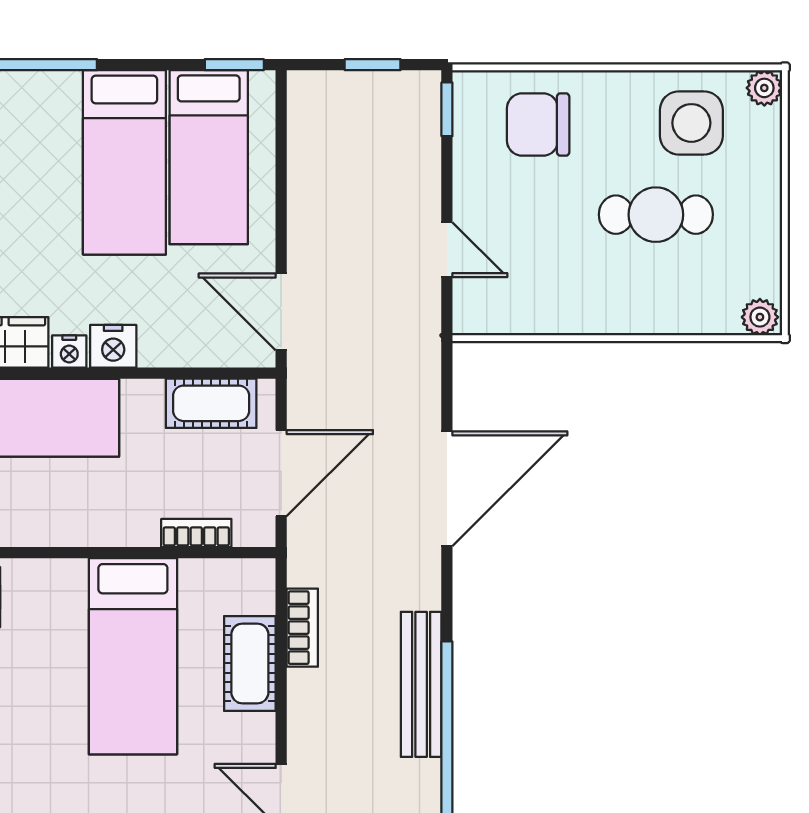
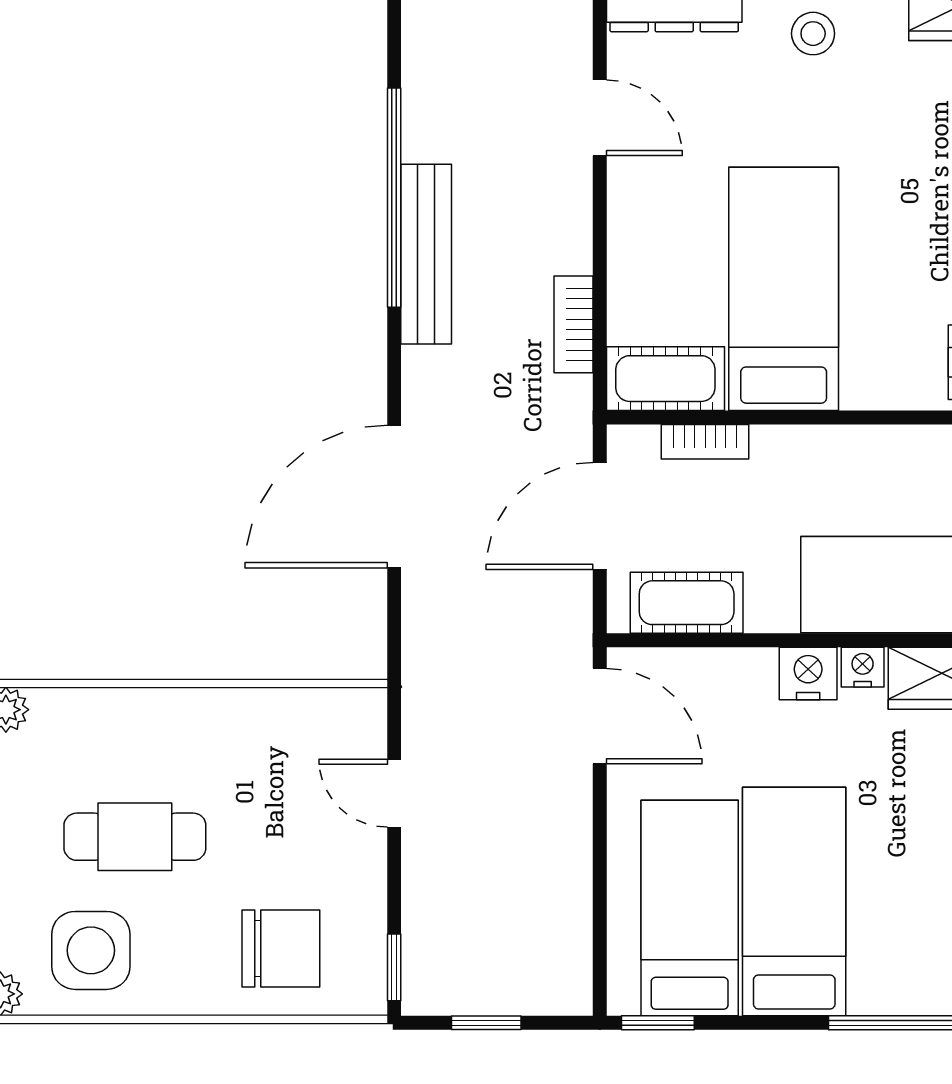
cot: (250, 663) -> (665, 379), moved, turned 90

